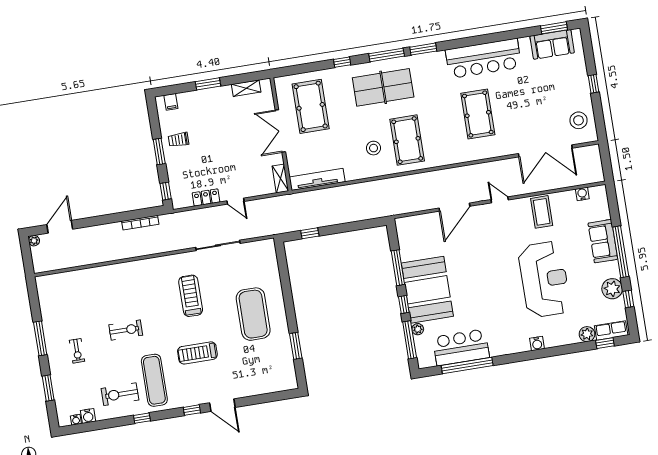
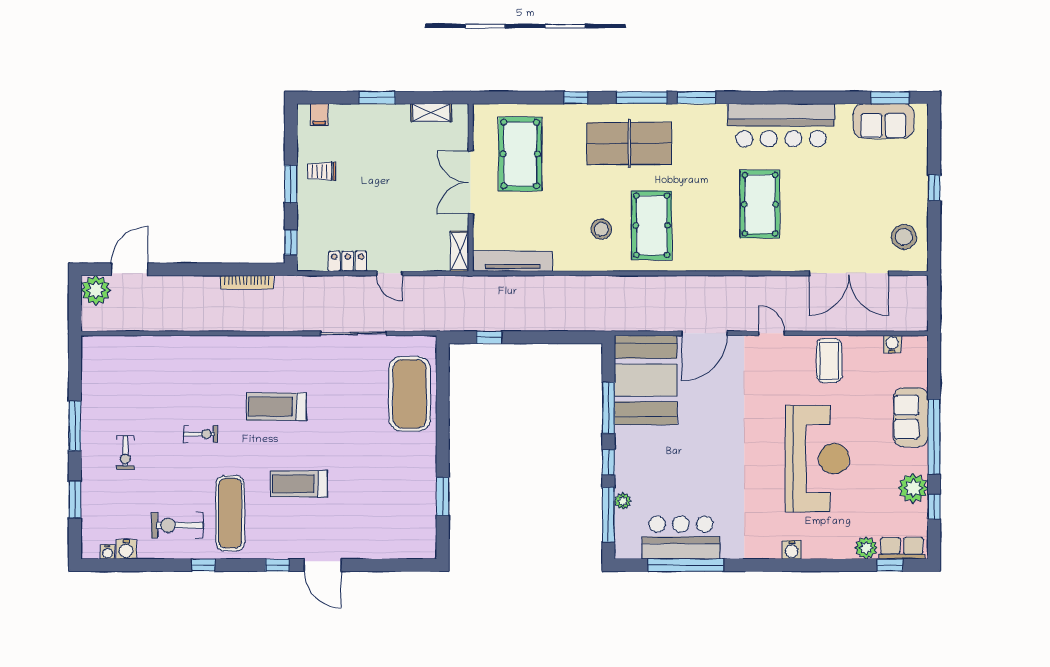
plant: (34, 241) -> (96, 290), width x1.88, depth x1.88
booth: (427, 290) -> (646, 380), moved
treadmill: (191, 296) -> (276, 407), moved, turned -90
exercise mat: (253, 314) -> (410, 394), moved
exercise bike: (126, 330) -> (201, 434), width x0.73, depth x0.72

